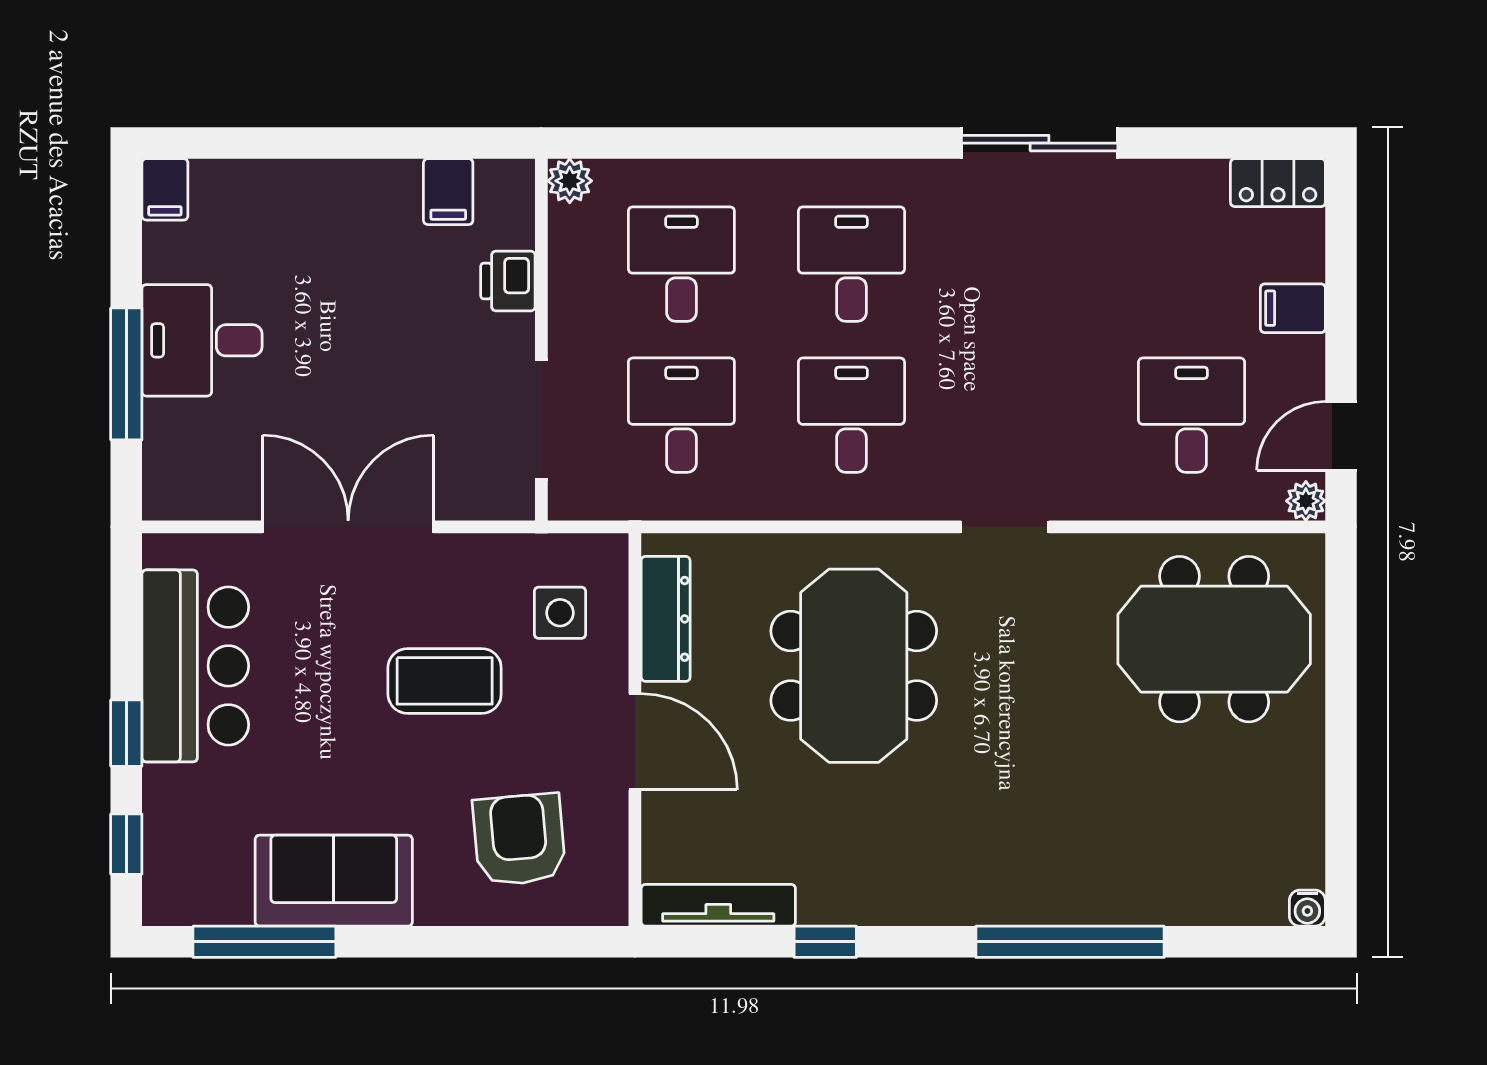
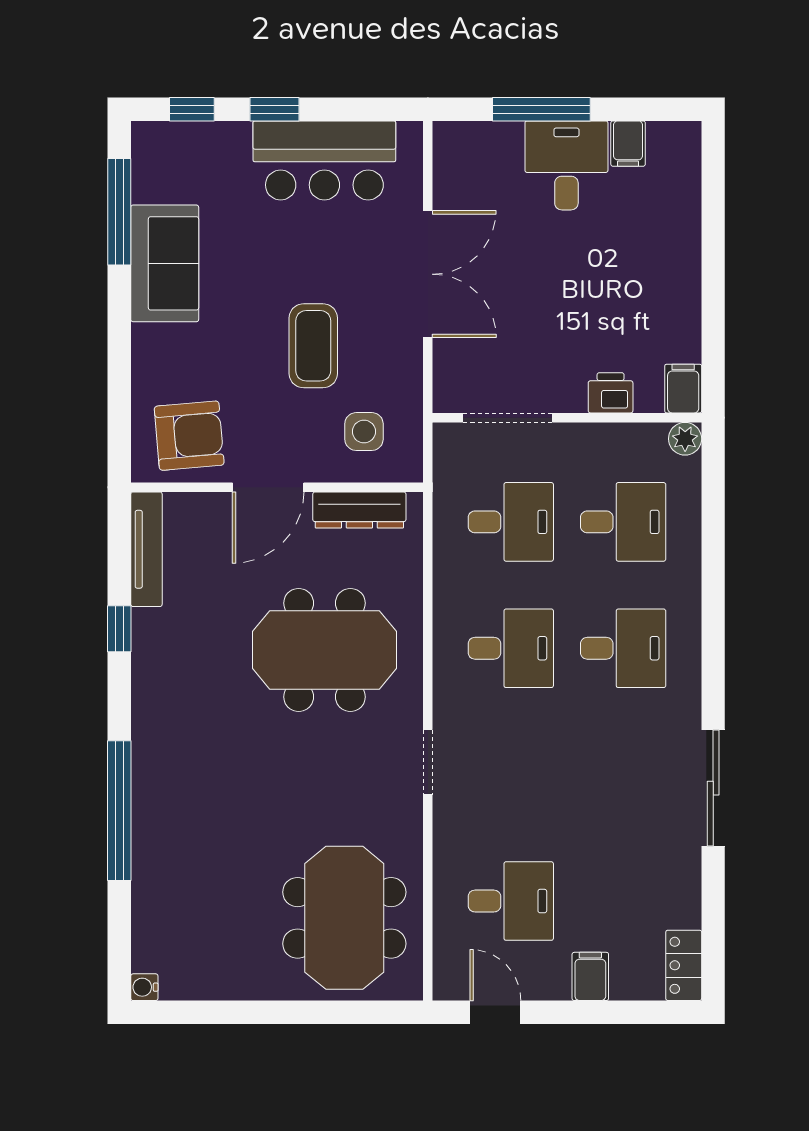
filing cabinet: (165, 189) -> (628, 144), moved, turned -90
filing cabinet: (448, 192) -> (683, 389), moved, turned 90
plant: (1306, 501) -> (447, 986), removed
armchair: (519, 840) -> (189, 436), moved

